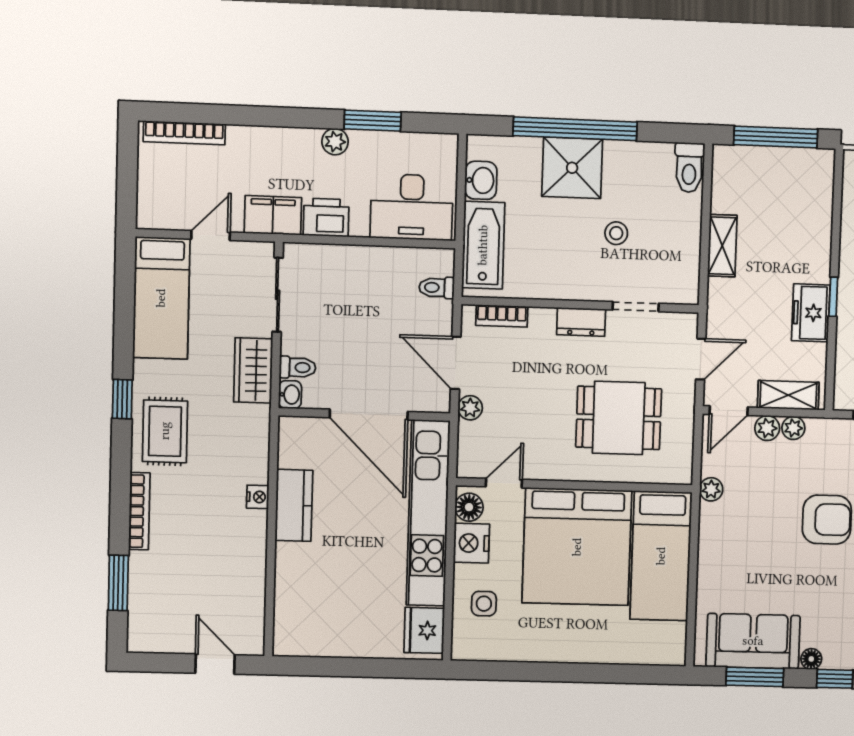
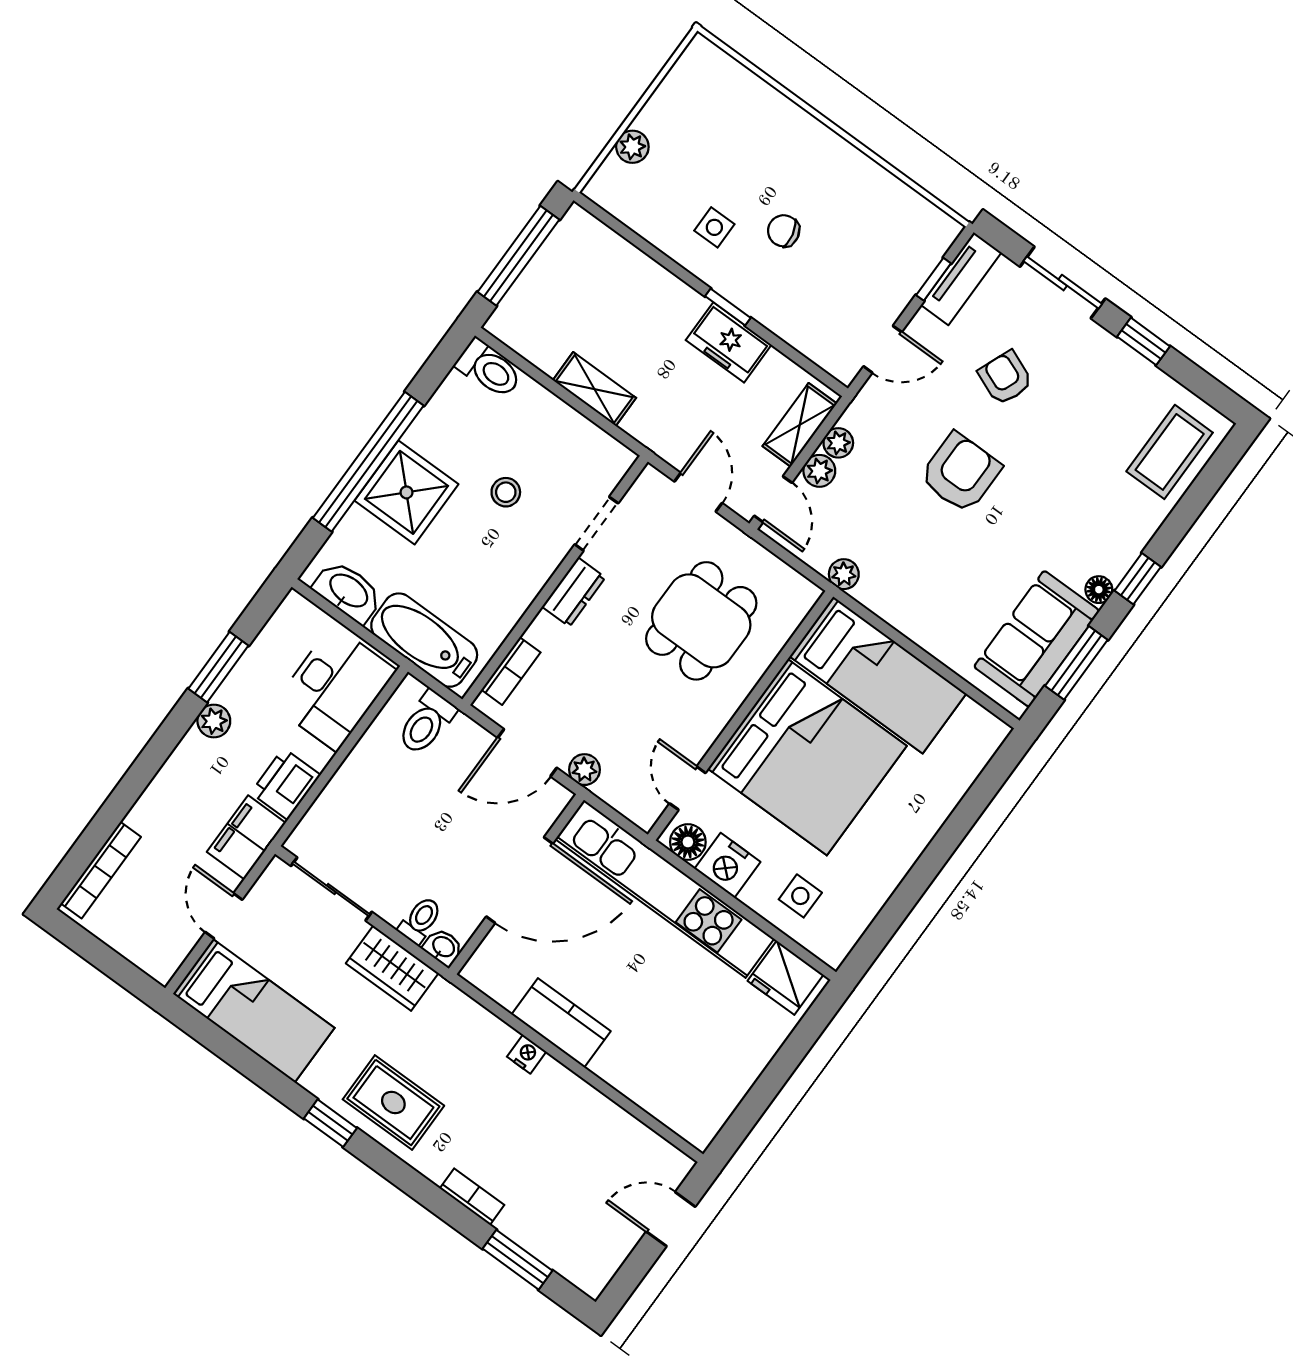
washbasin: (481, 180) -> (348, 591), width x1.38
toilet: (437, 288) -> (426, 723), width x1.37, depth x1.39
bookcase: (139, 511) -> (472, 1197), width x0.64

